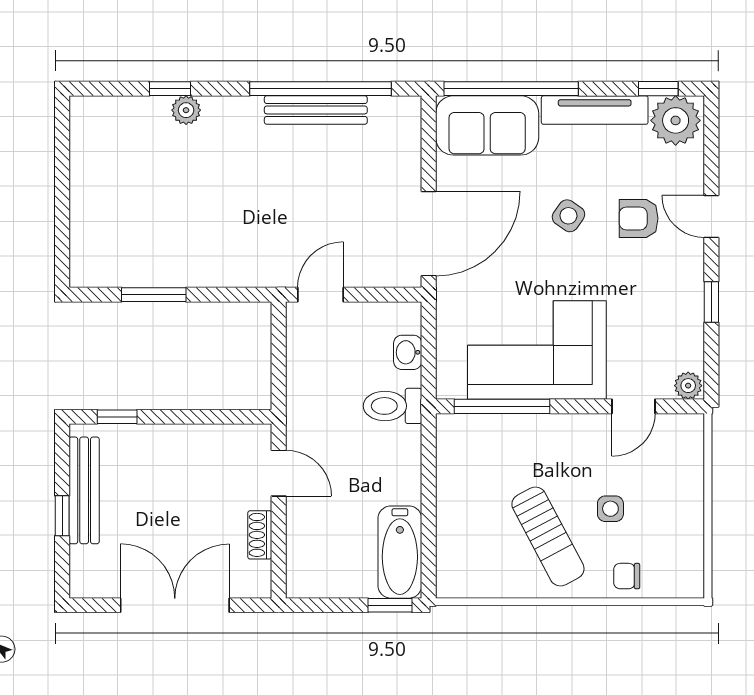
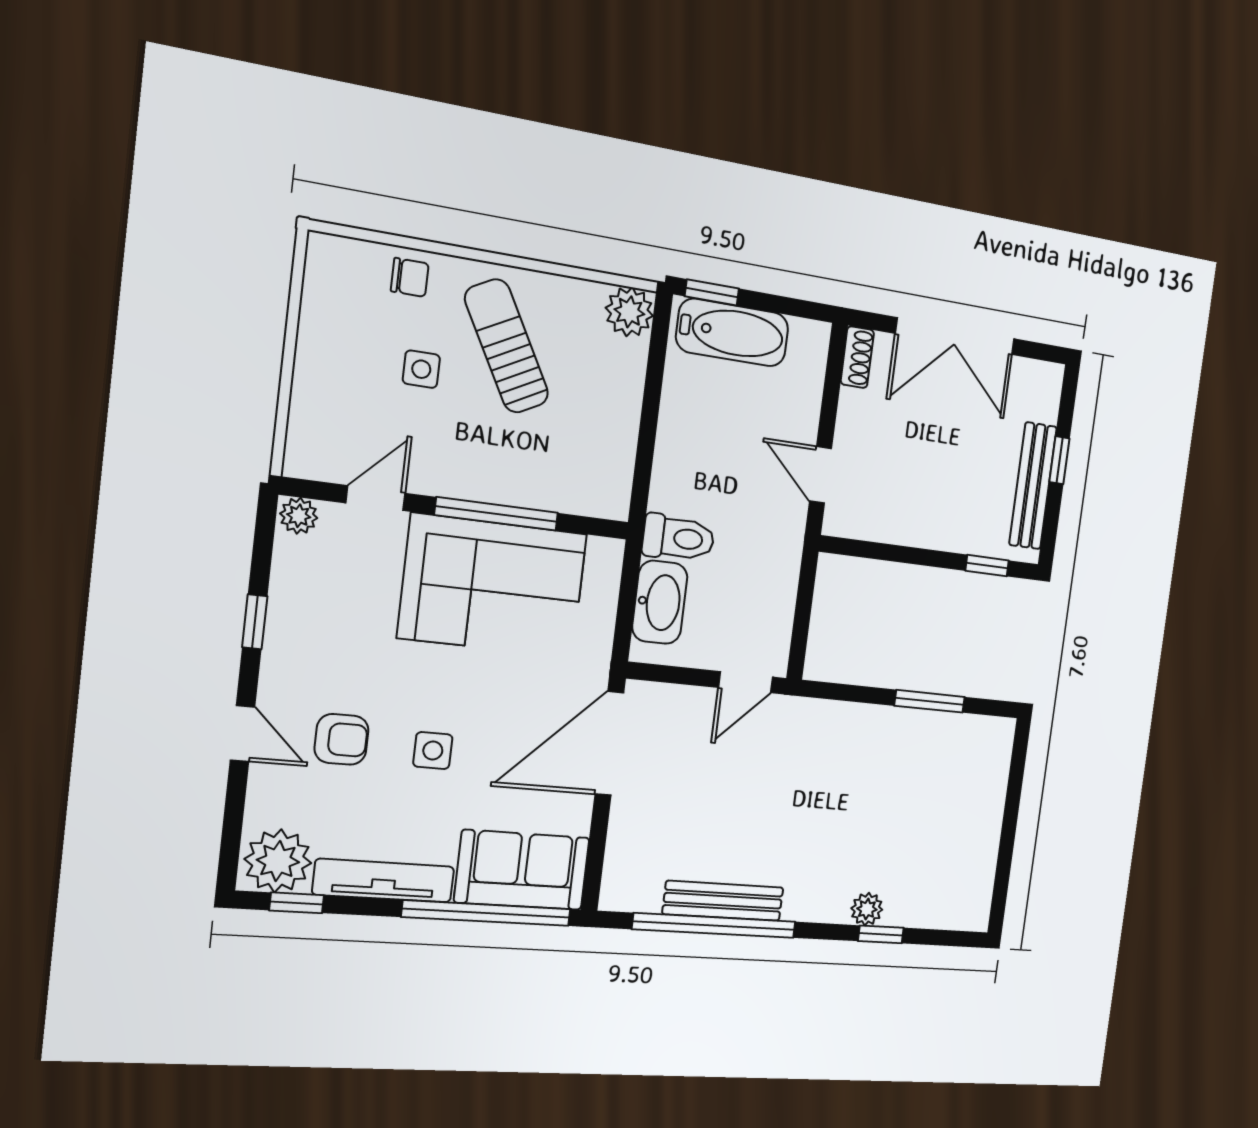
side table: (568, 216) -> (433, 751), turned -35
washbasin: (408, 352) -> (660, 602), width x1.91, depth x1.45
window: (502, 406) -> (497, 514), moved
shoe rack: (260, 535) -> (857, 357), moved
bathtub: (400, 552) -> (732, 333), moved, turned 90
plant: (455, 579) -> (629, 312), added

